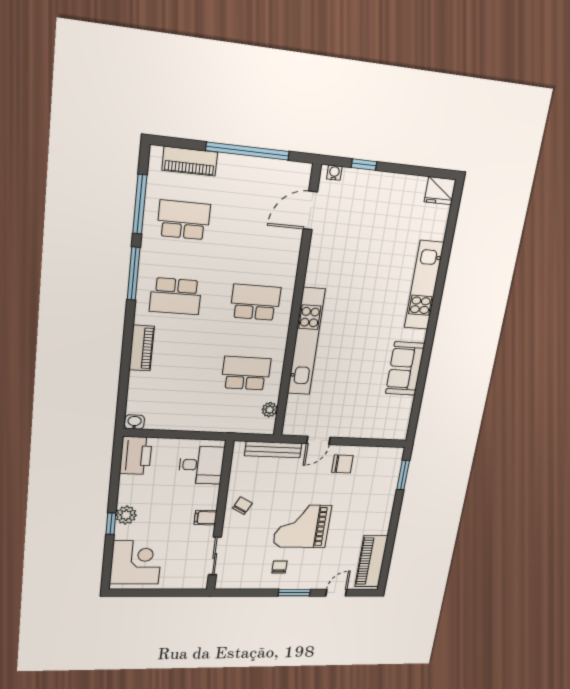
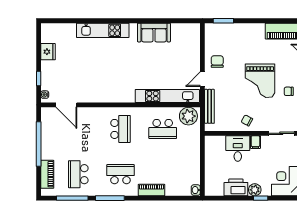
fridge: (440, 191) -> (48, 52), moved
school desk: (176, 296) -> (120, 174), turned -90
school desk: (255, 302) -> (120, 129), turned 180
kitchen unit: (306, 342) -> (167, 96), moved
school desk: (246, 373) -> (163, 129), turned -90
plant: (270, 410) -> (188, 116), width x1.87, depth x1.87
door: (318, 440) -> (202, 79), swing flipped
printer: (136, 456) -> (236, 187), moved
desk: (201, 465) -> (238, 148), moved

